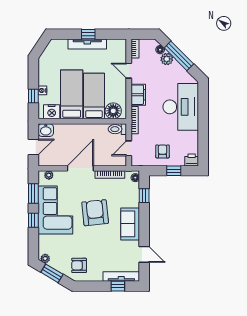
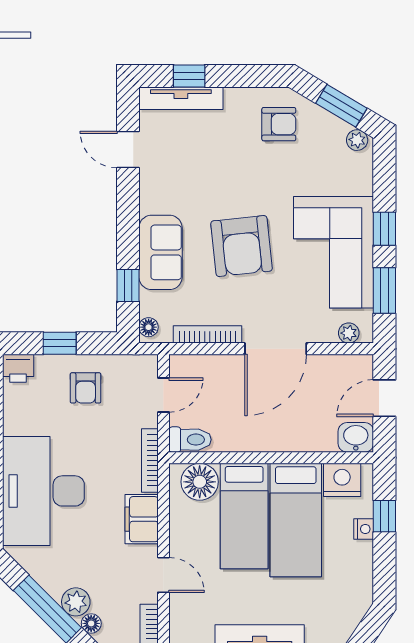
sofa: (130, 224) -> (161, 252), moved

